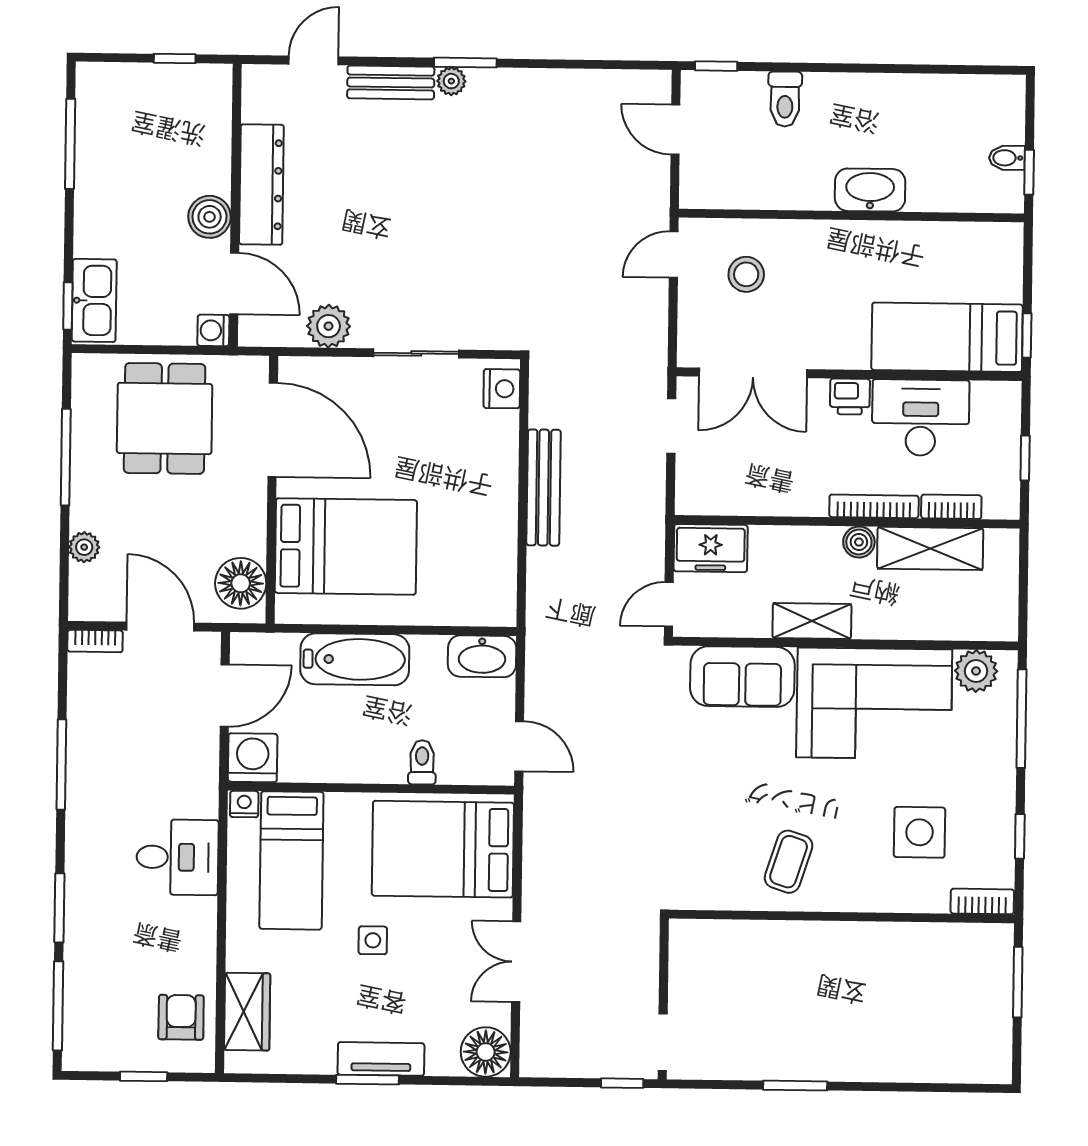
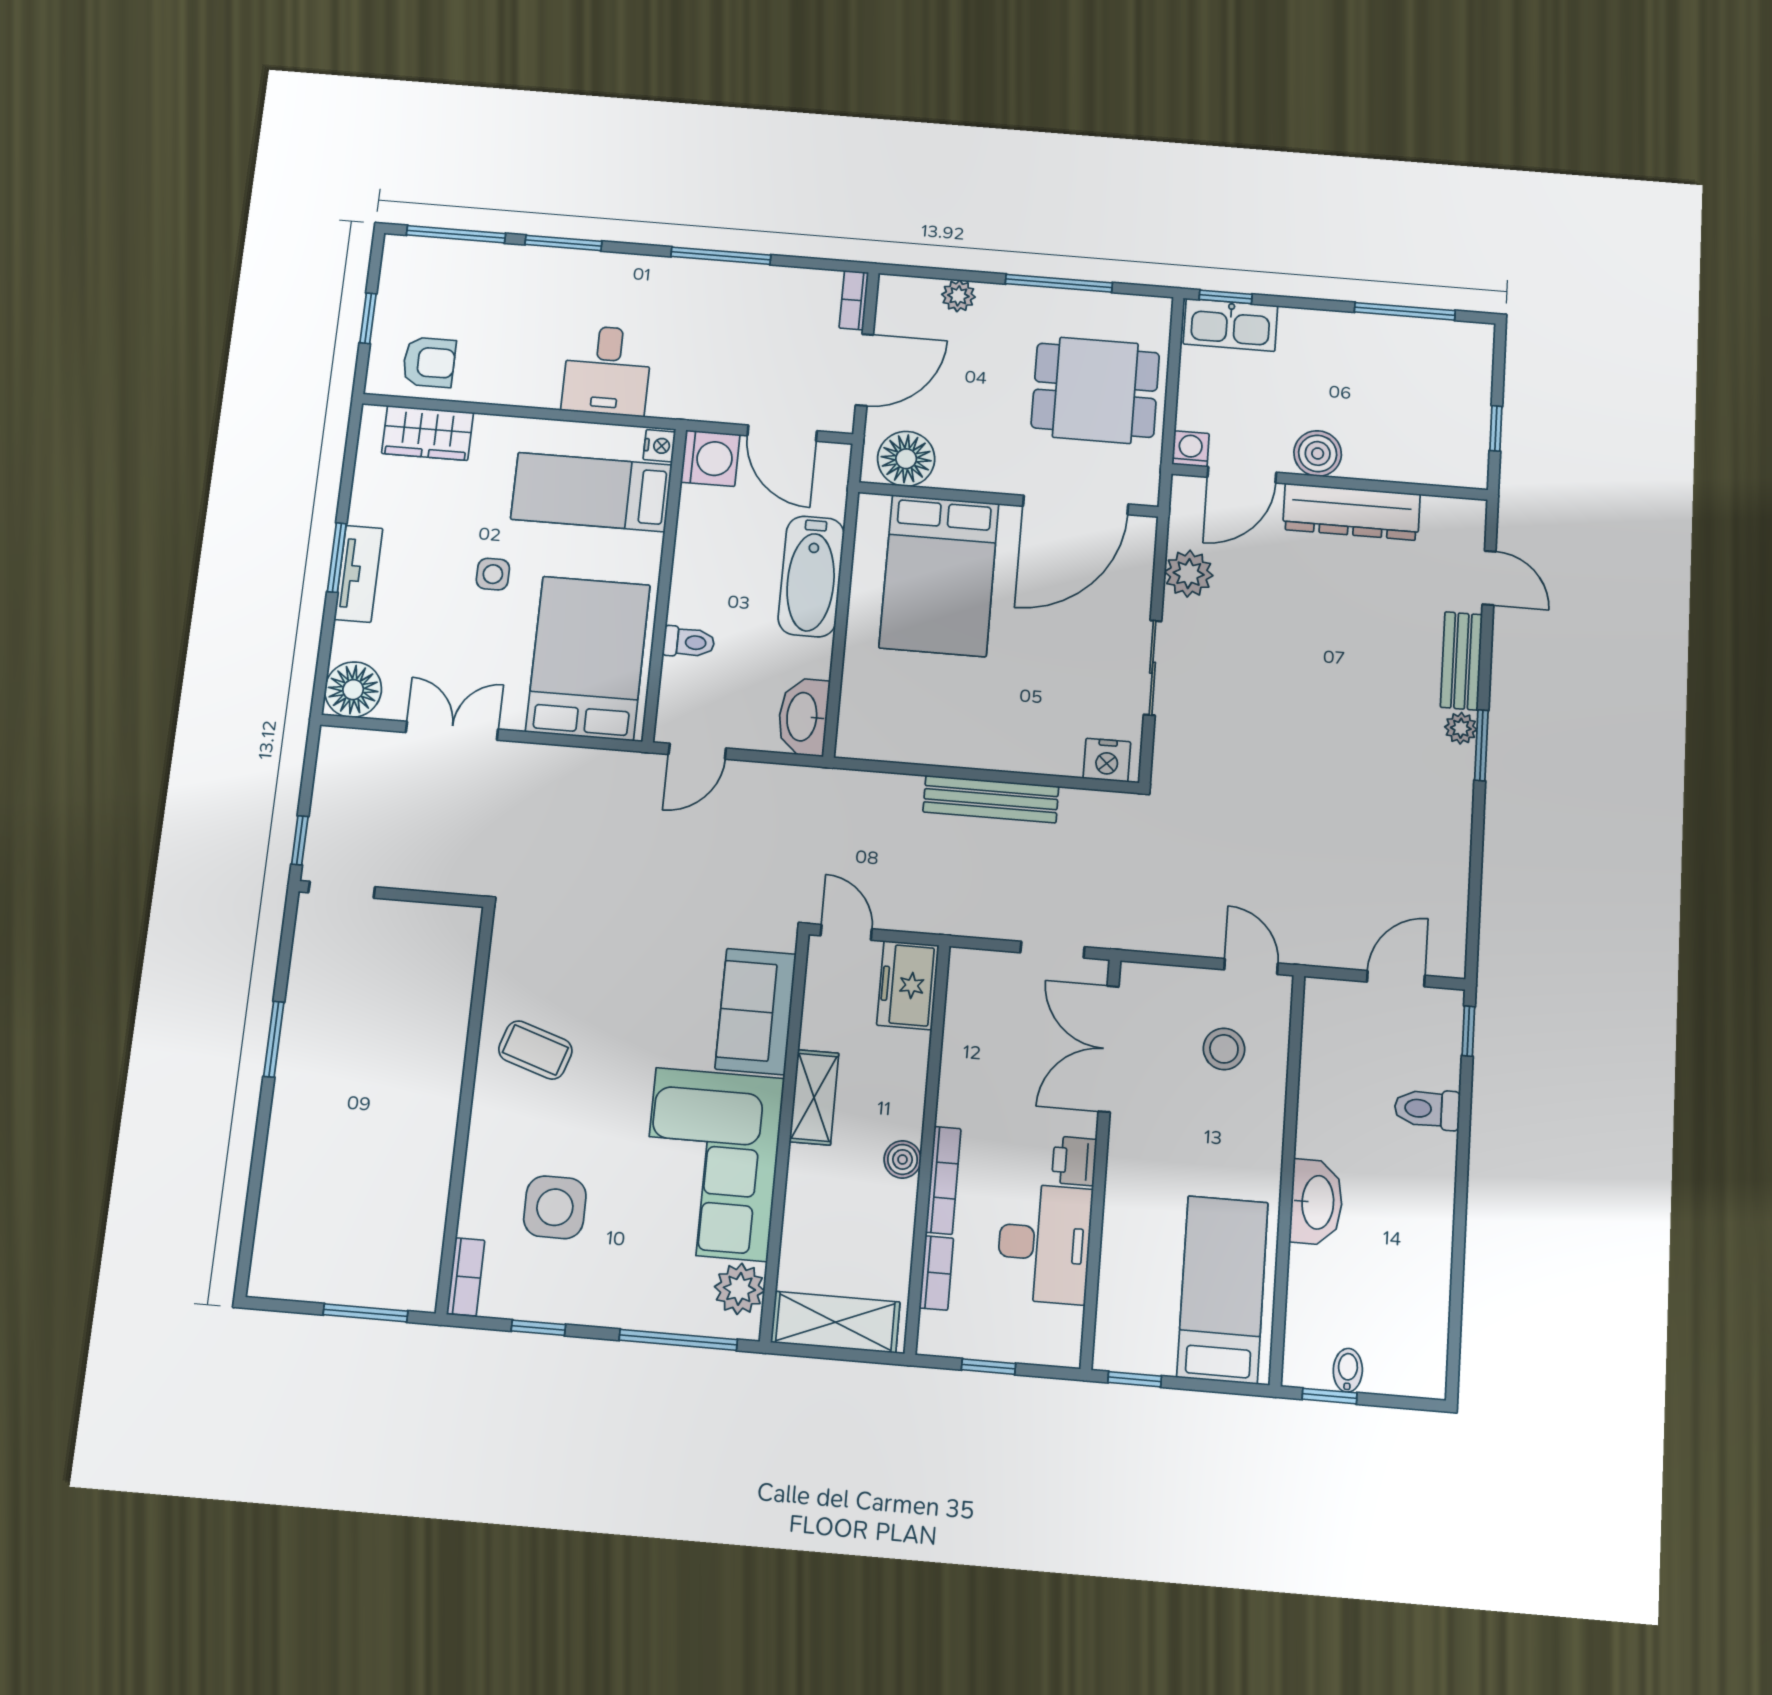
bed: (947, 337) -> (1222, 1290), moved
shelving: (930, 548) -> (835, 1322), moved, turned 90

